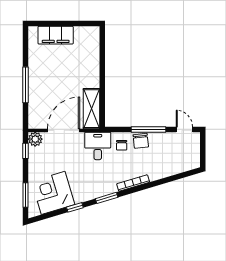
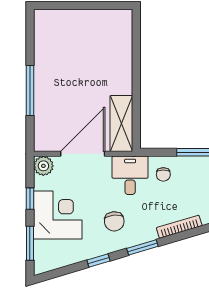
filing cabinet: (56, 35) -> (72, 22), removed
chair: (141, 141) -> (114, 221), moved
window: (26, 151) -> (30, 199), moved
corner desk: (53, 193) -> (58, 215), moved, turned 107

